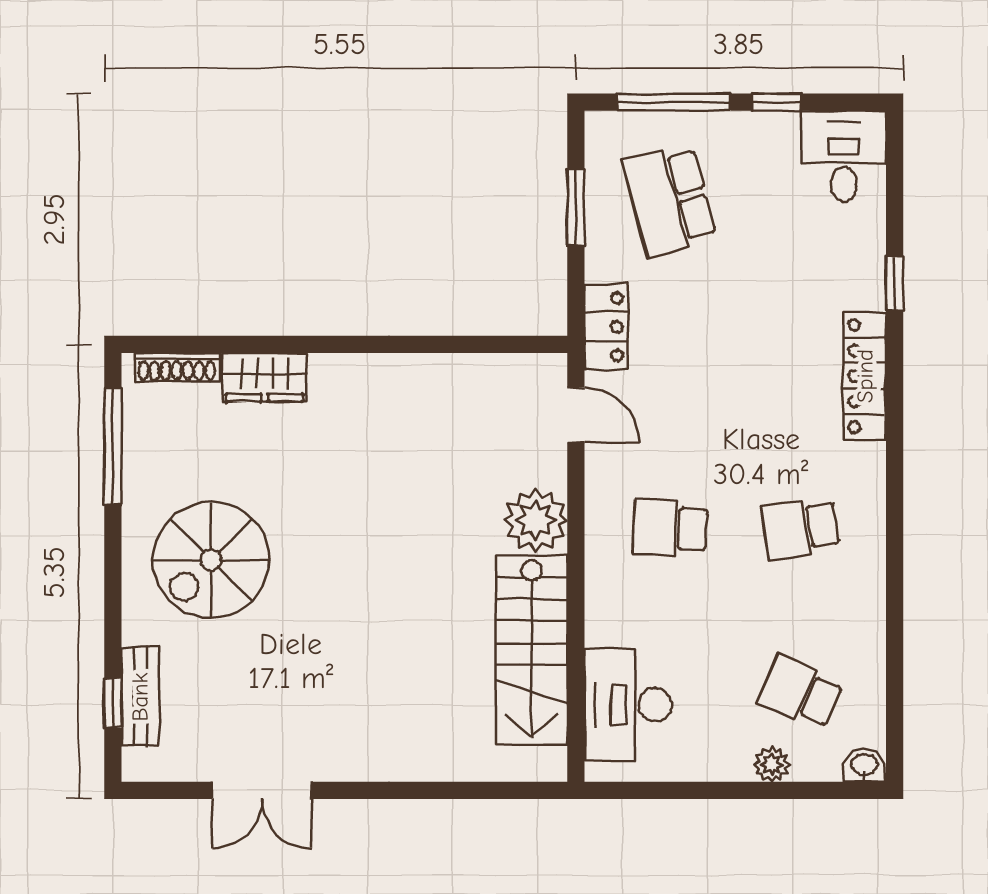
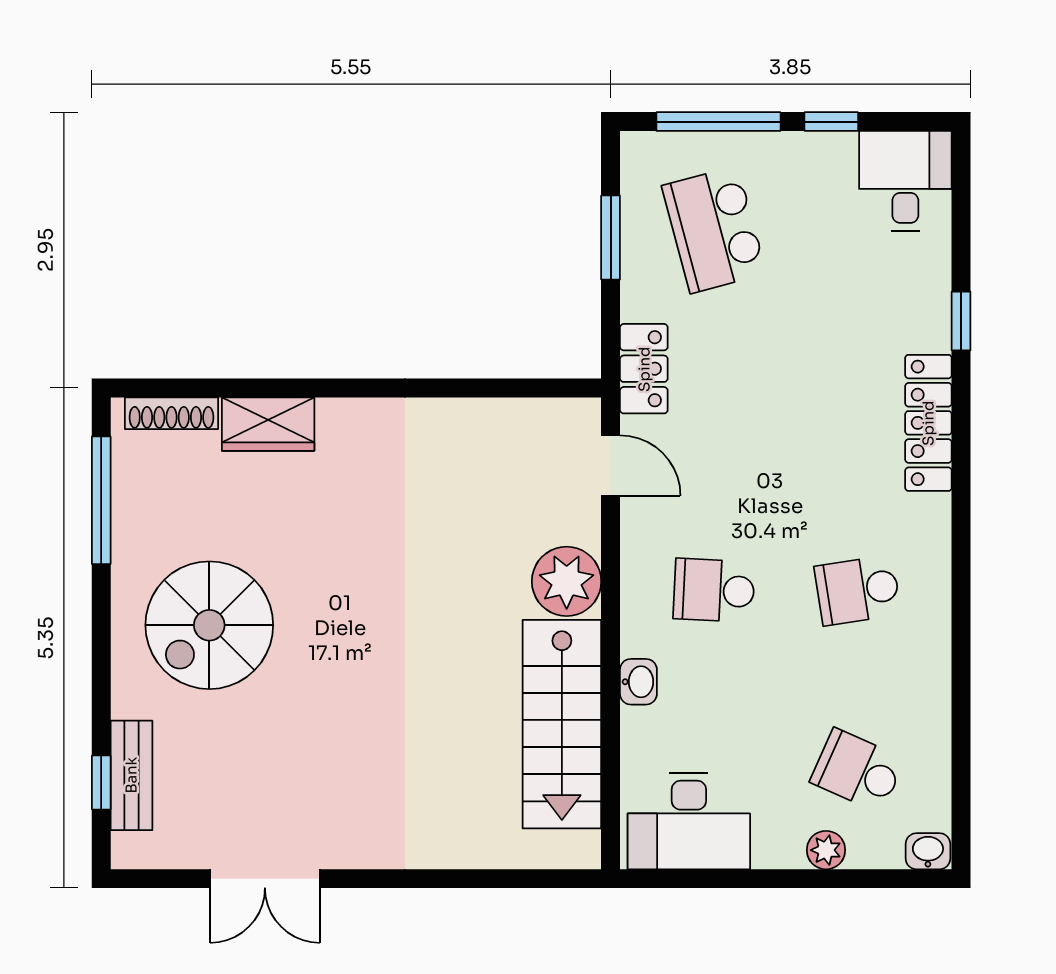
washbasin: (601, 611) -> (638, 682), added
desk: (628, 705) -> (689, 821), moved, turned -90

